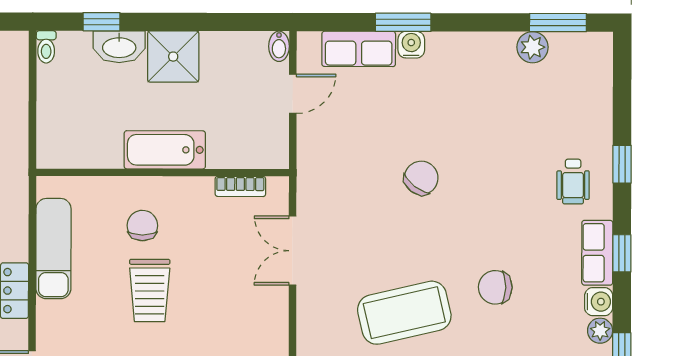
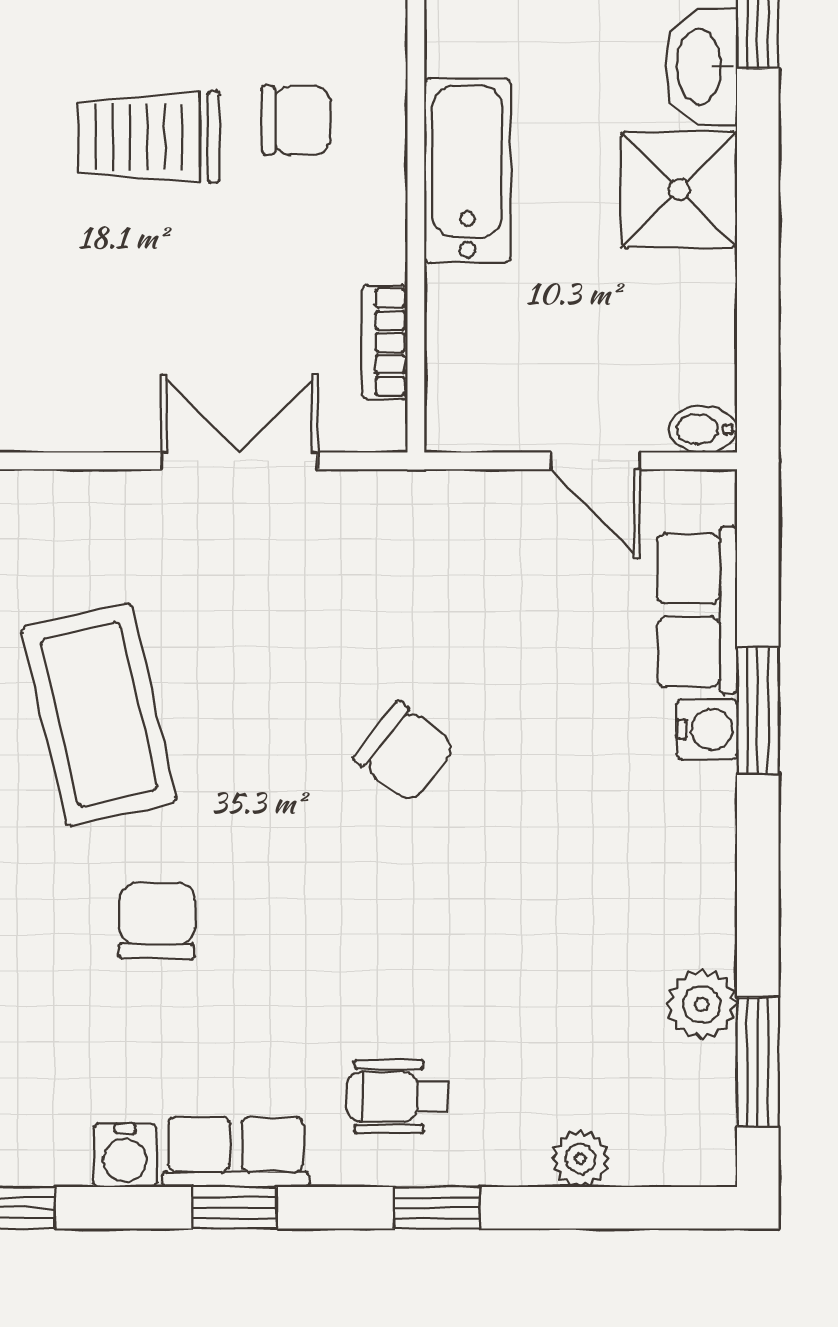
plant: (600, 331) -> (580, 1159), moved

